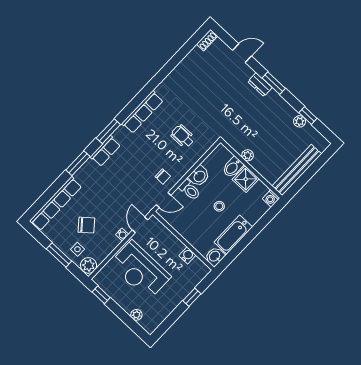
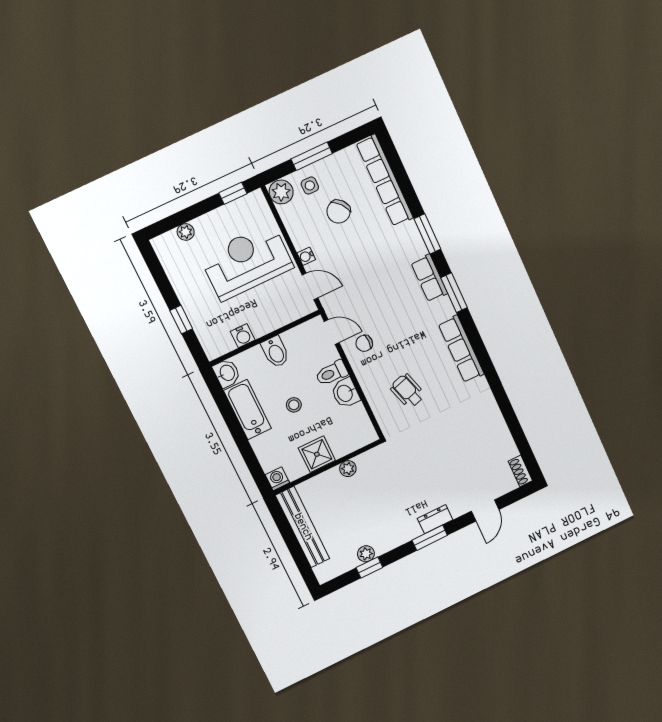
wheelchair: (183, 136) -> (407, 391), turned -107
bidet: (233, 167) -> (275, 352), moved, turned 180
door: (164, 200) -> (332, 332), swing flipped

